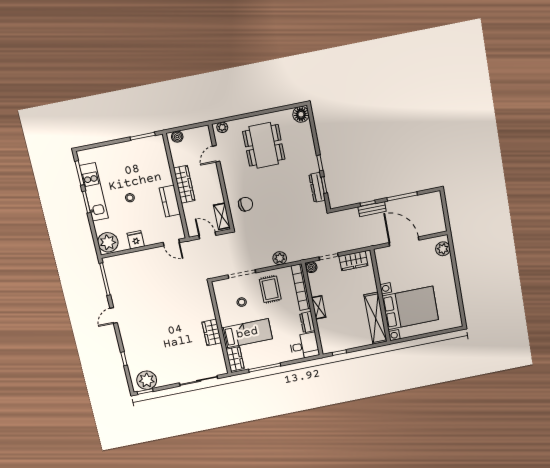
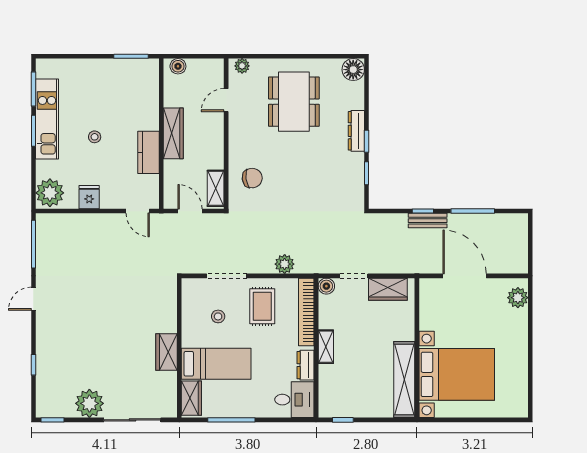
dresser: (317, 187) -> (356, 131), moved
plant: (147, 380) -> (89, 403), moved

